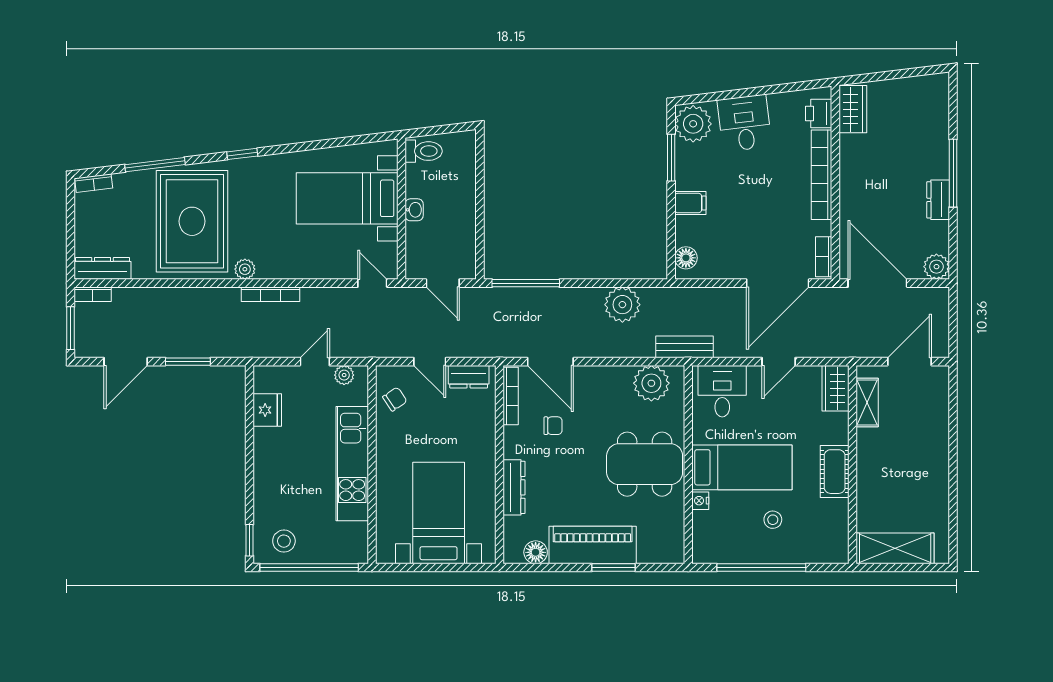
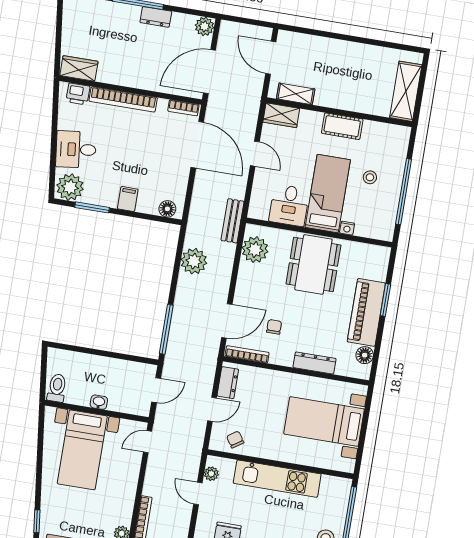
desk: (722, 391) -> (289, 205), moved, turned -90

